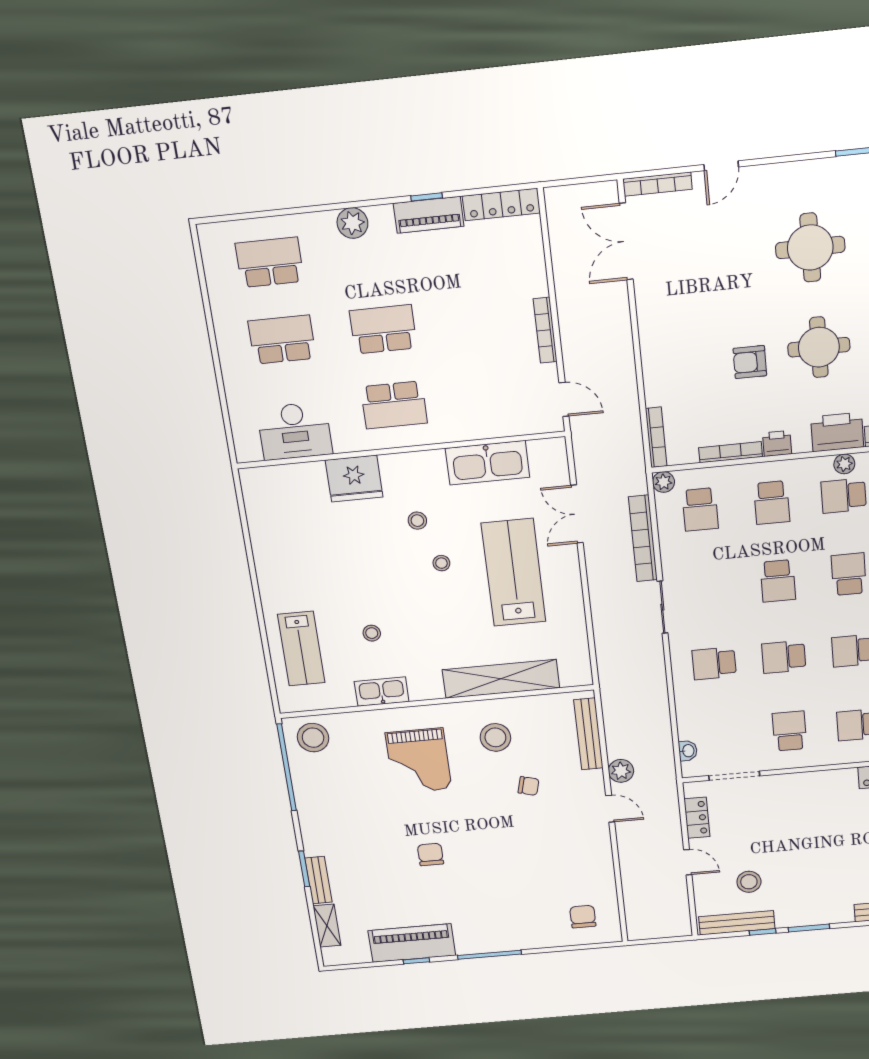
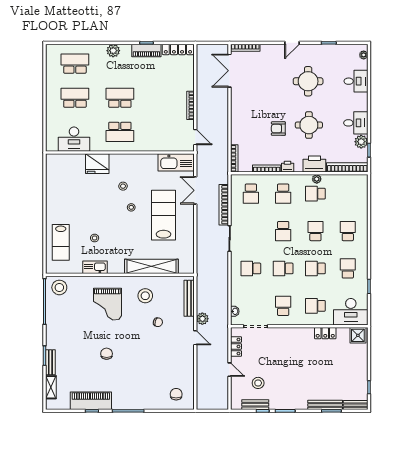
door: (721, 166) -> (292, 43), moved
kitchen sink: (487, 463) -> (176, 162), moved
plant: (663, 482) -> (236, 179), removed
bench: (737, 923) -> (255, 405), width x0.73

